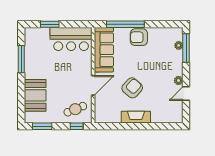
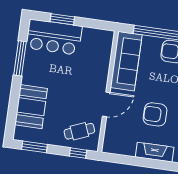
bar counter: (71, 39) -> (54, 37), moved
armchair: (132, 88) -> (155, 114), turned -132

